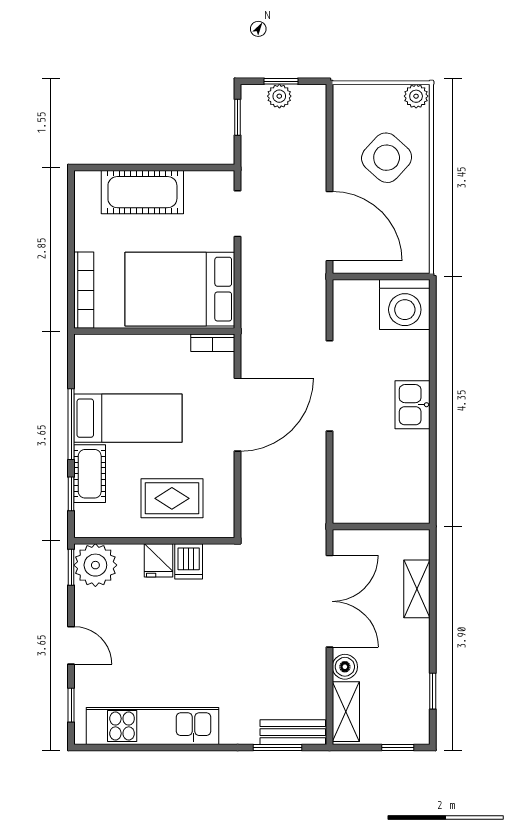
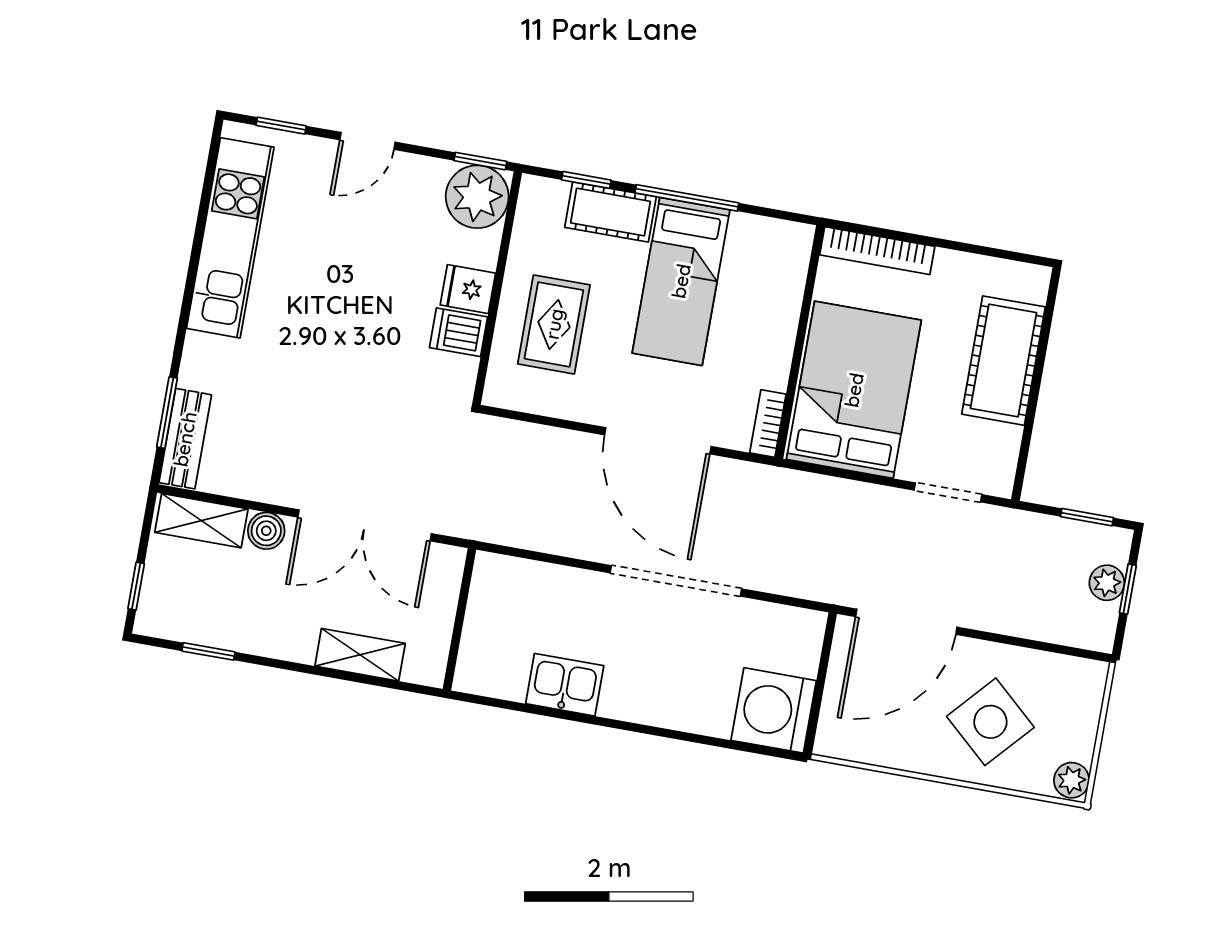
kitchen sink: (413, 405) -> (565, 685), moved

